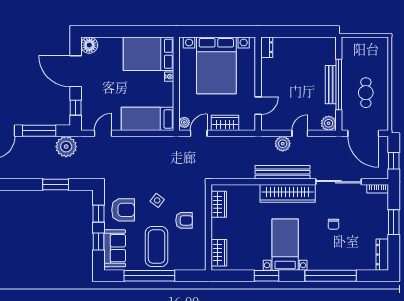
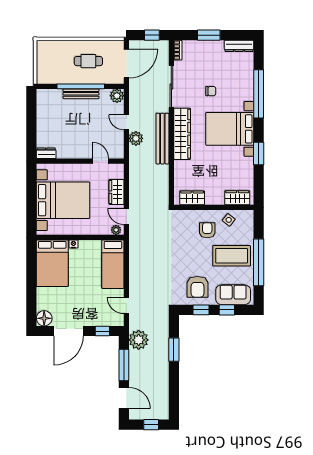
side table: (157, 200) -> (229, 220), moved
armchair: (123, 210) -> (197, 287), turned 180
bed with nightstands: (285, 245) -> (230, 129), width x1.36

